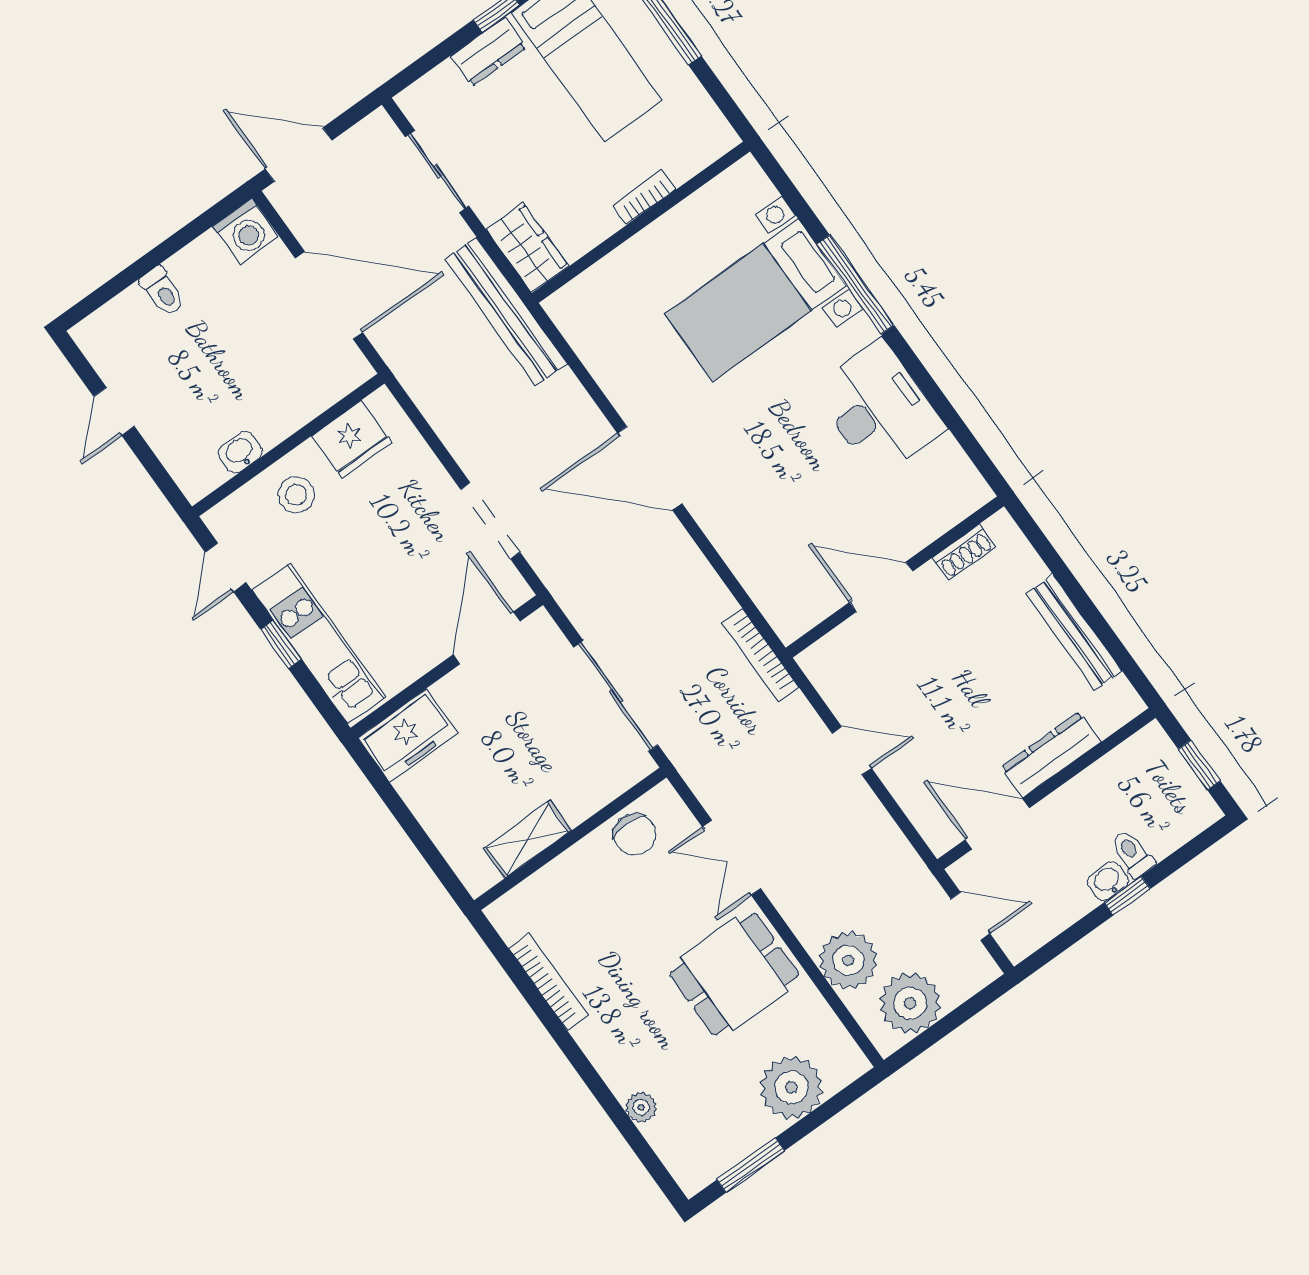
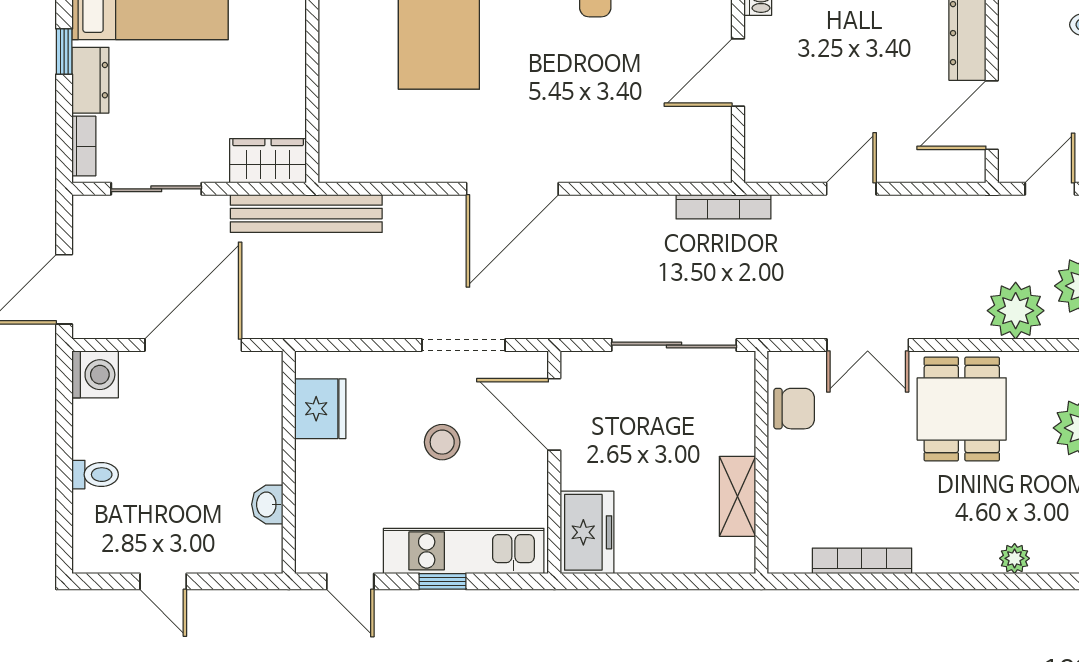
bookcase: (644, 197) -> (84, 146), moved, turned 180
stool: (296, 495) -> (442, 442), moved

